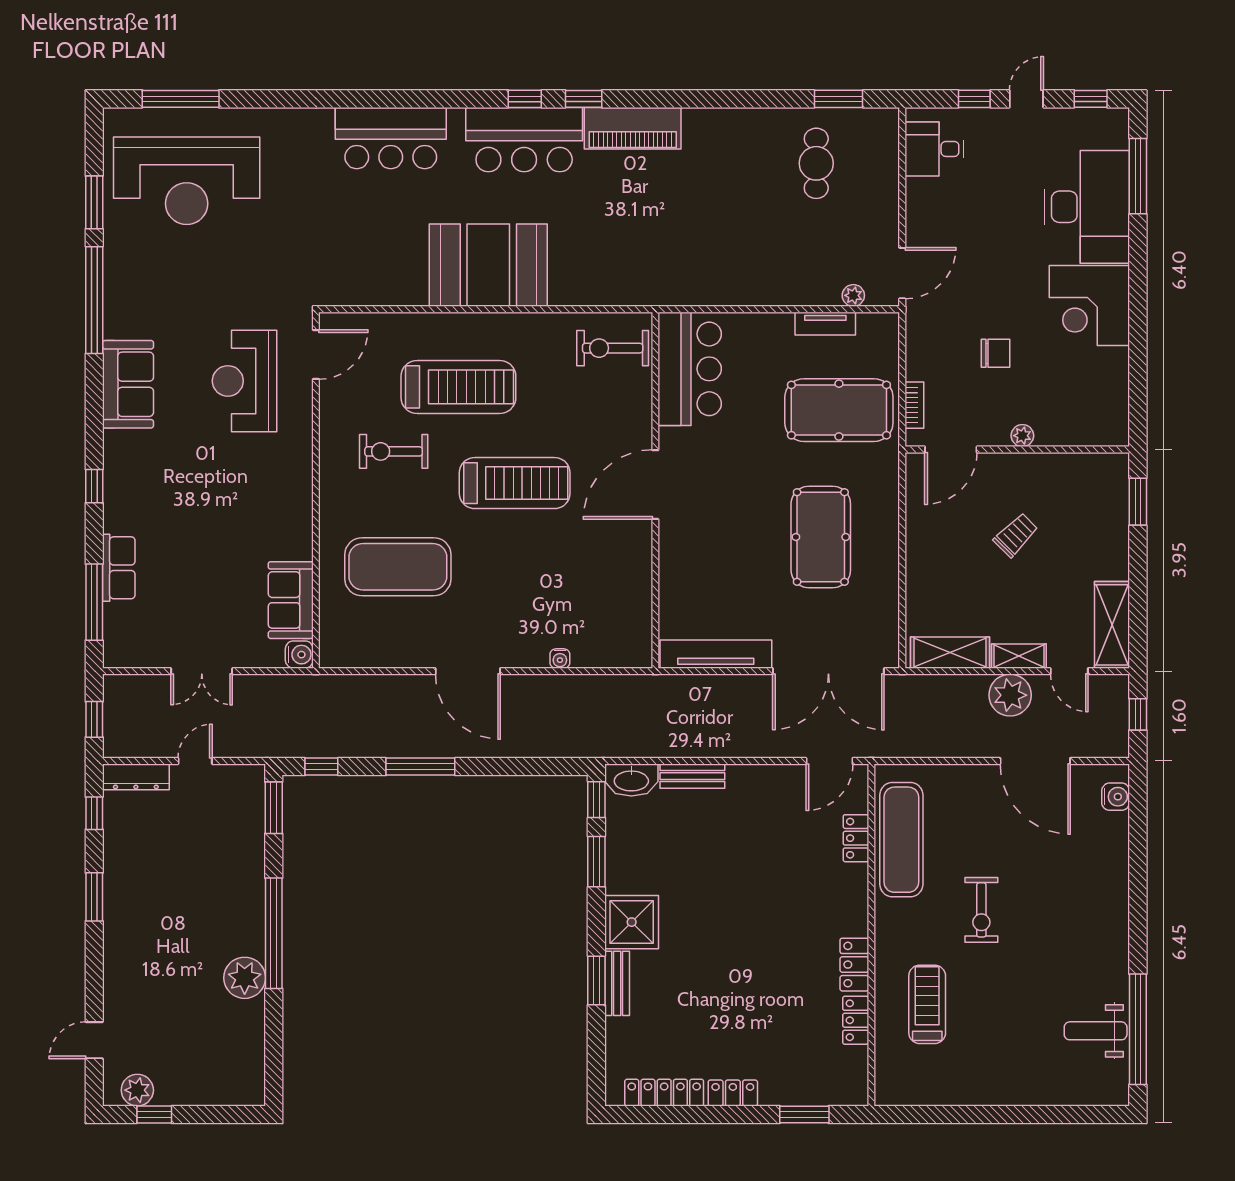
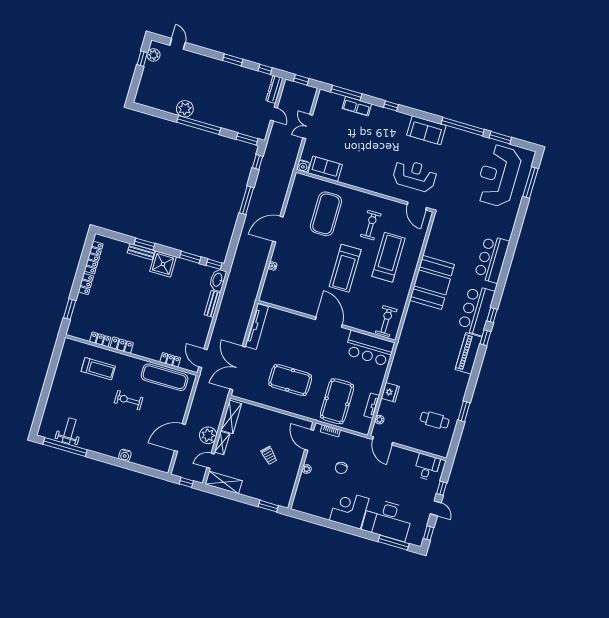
window: (839, 99) -> (464, 411), moved
fridge: (781, 289) -> (390, 392), added
treadmill: (458, 387) -> (388, 257), turned 180
water cooler: (1116, 797) -> (125, 455), moved

